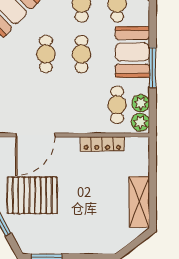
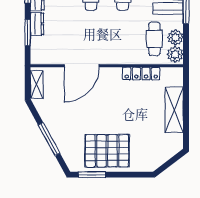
pallet: (32, 195) -> (107, 151), moved
shelving: (139, 202) -> (174, 110), moved

